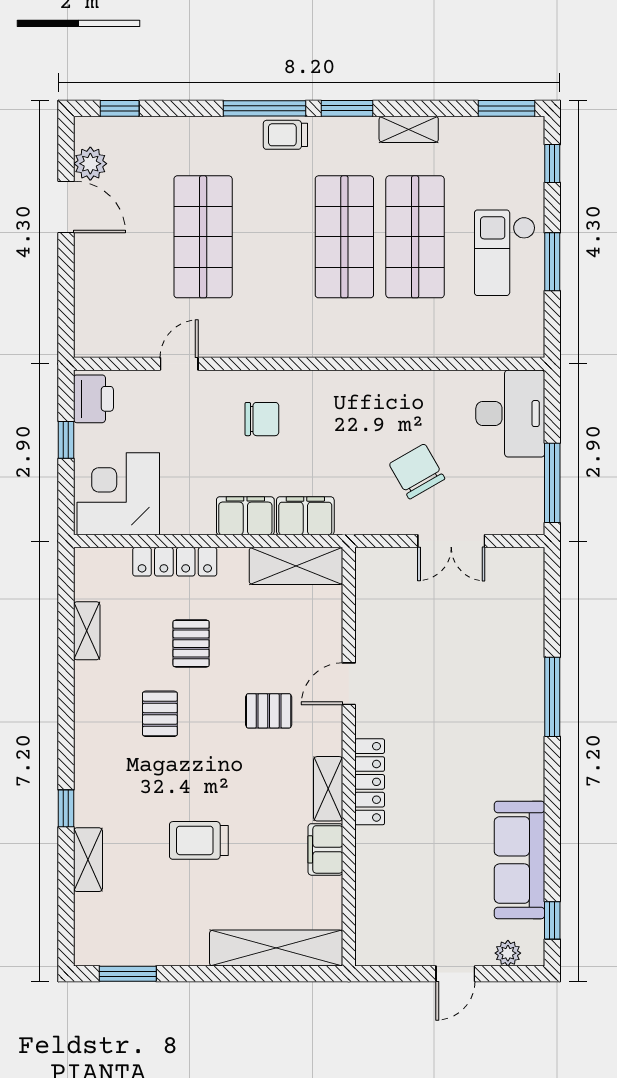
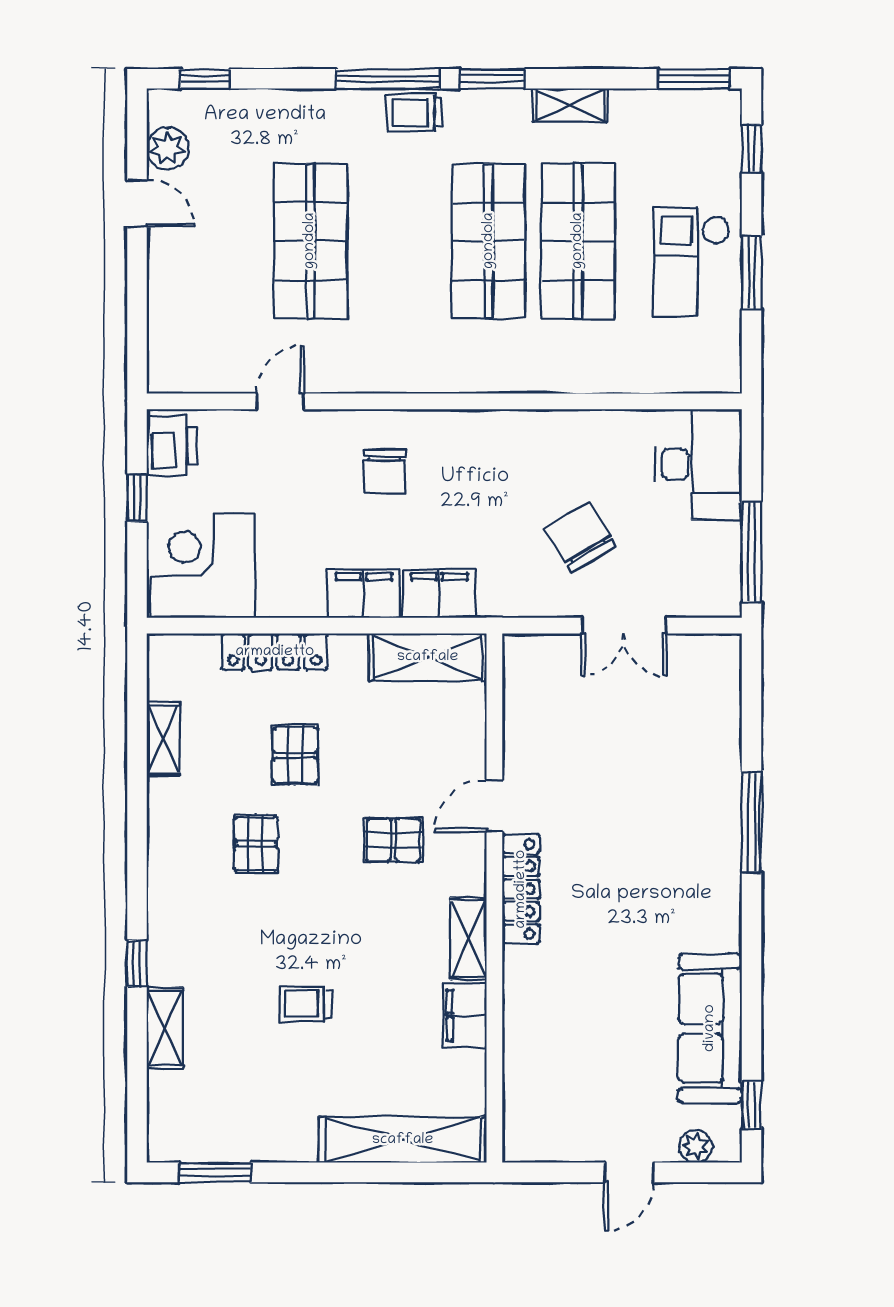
door: (66, 207) -> (137, 203), width x0.73
chair: (262, 419) -> (385, 471), turned 90
locker: (370, 782) -> (521, 889), moved
trolley: (199, 840) -> (305, 1004), width x0.73, depth x0.72

